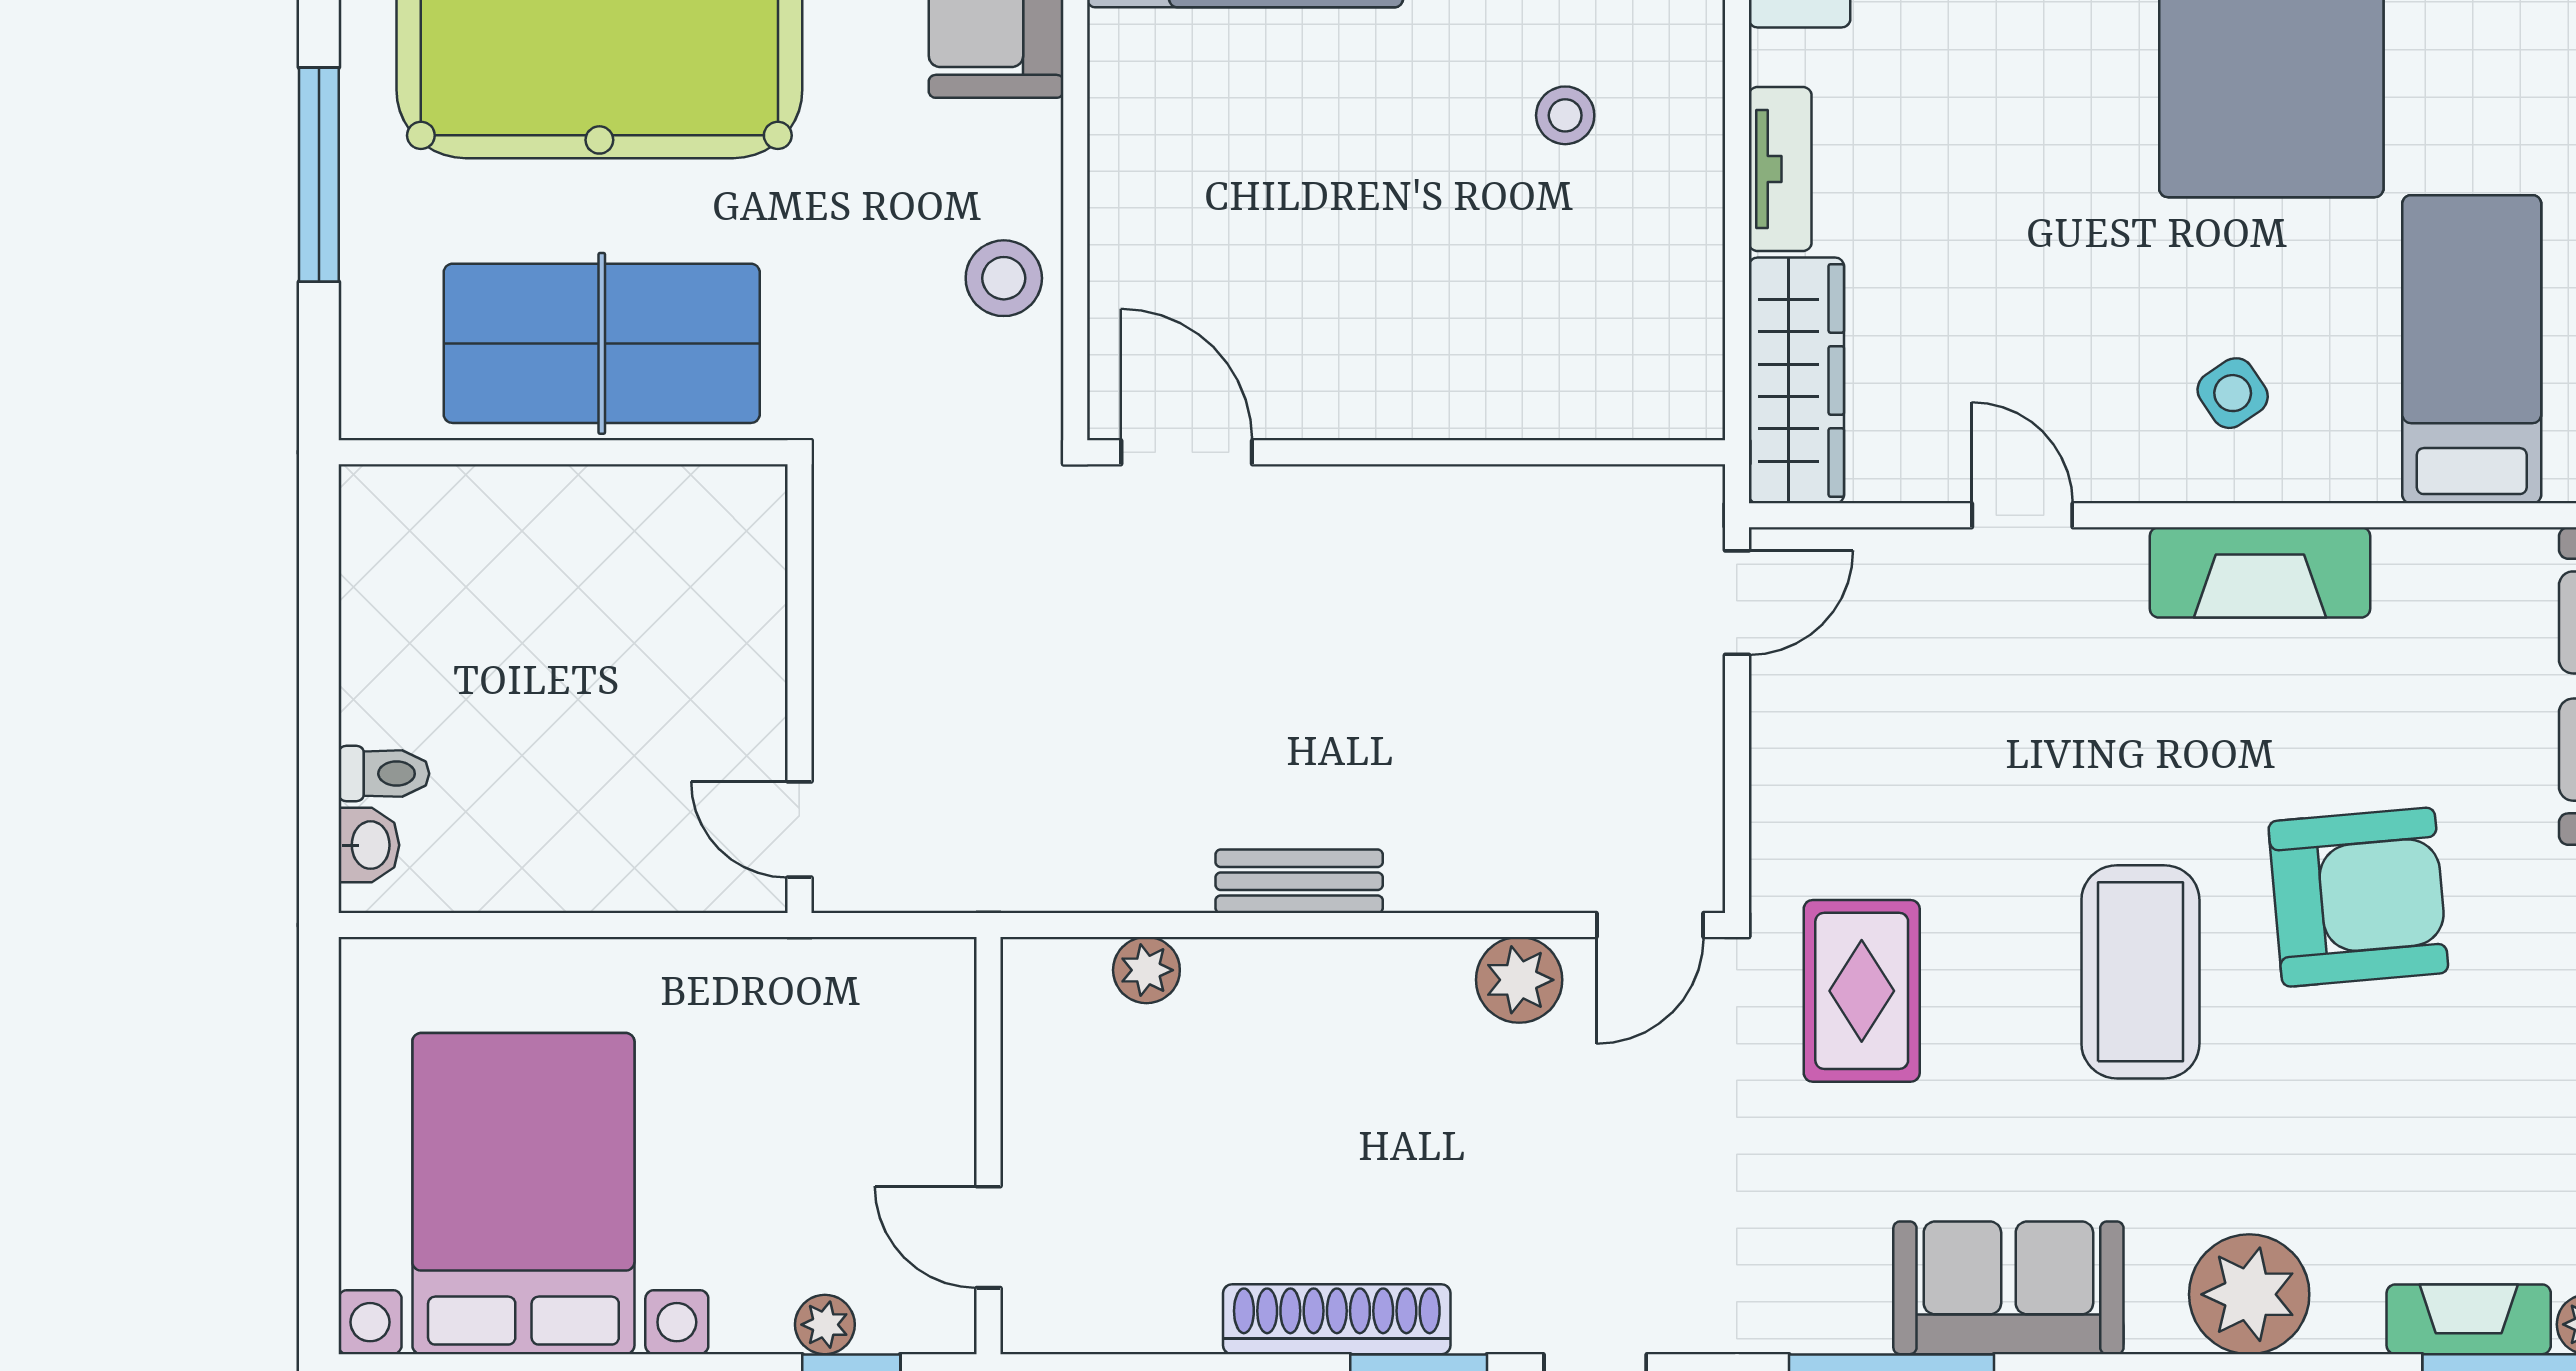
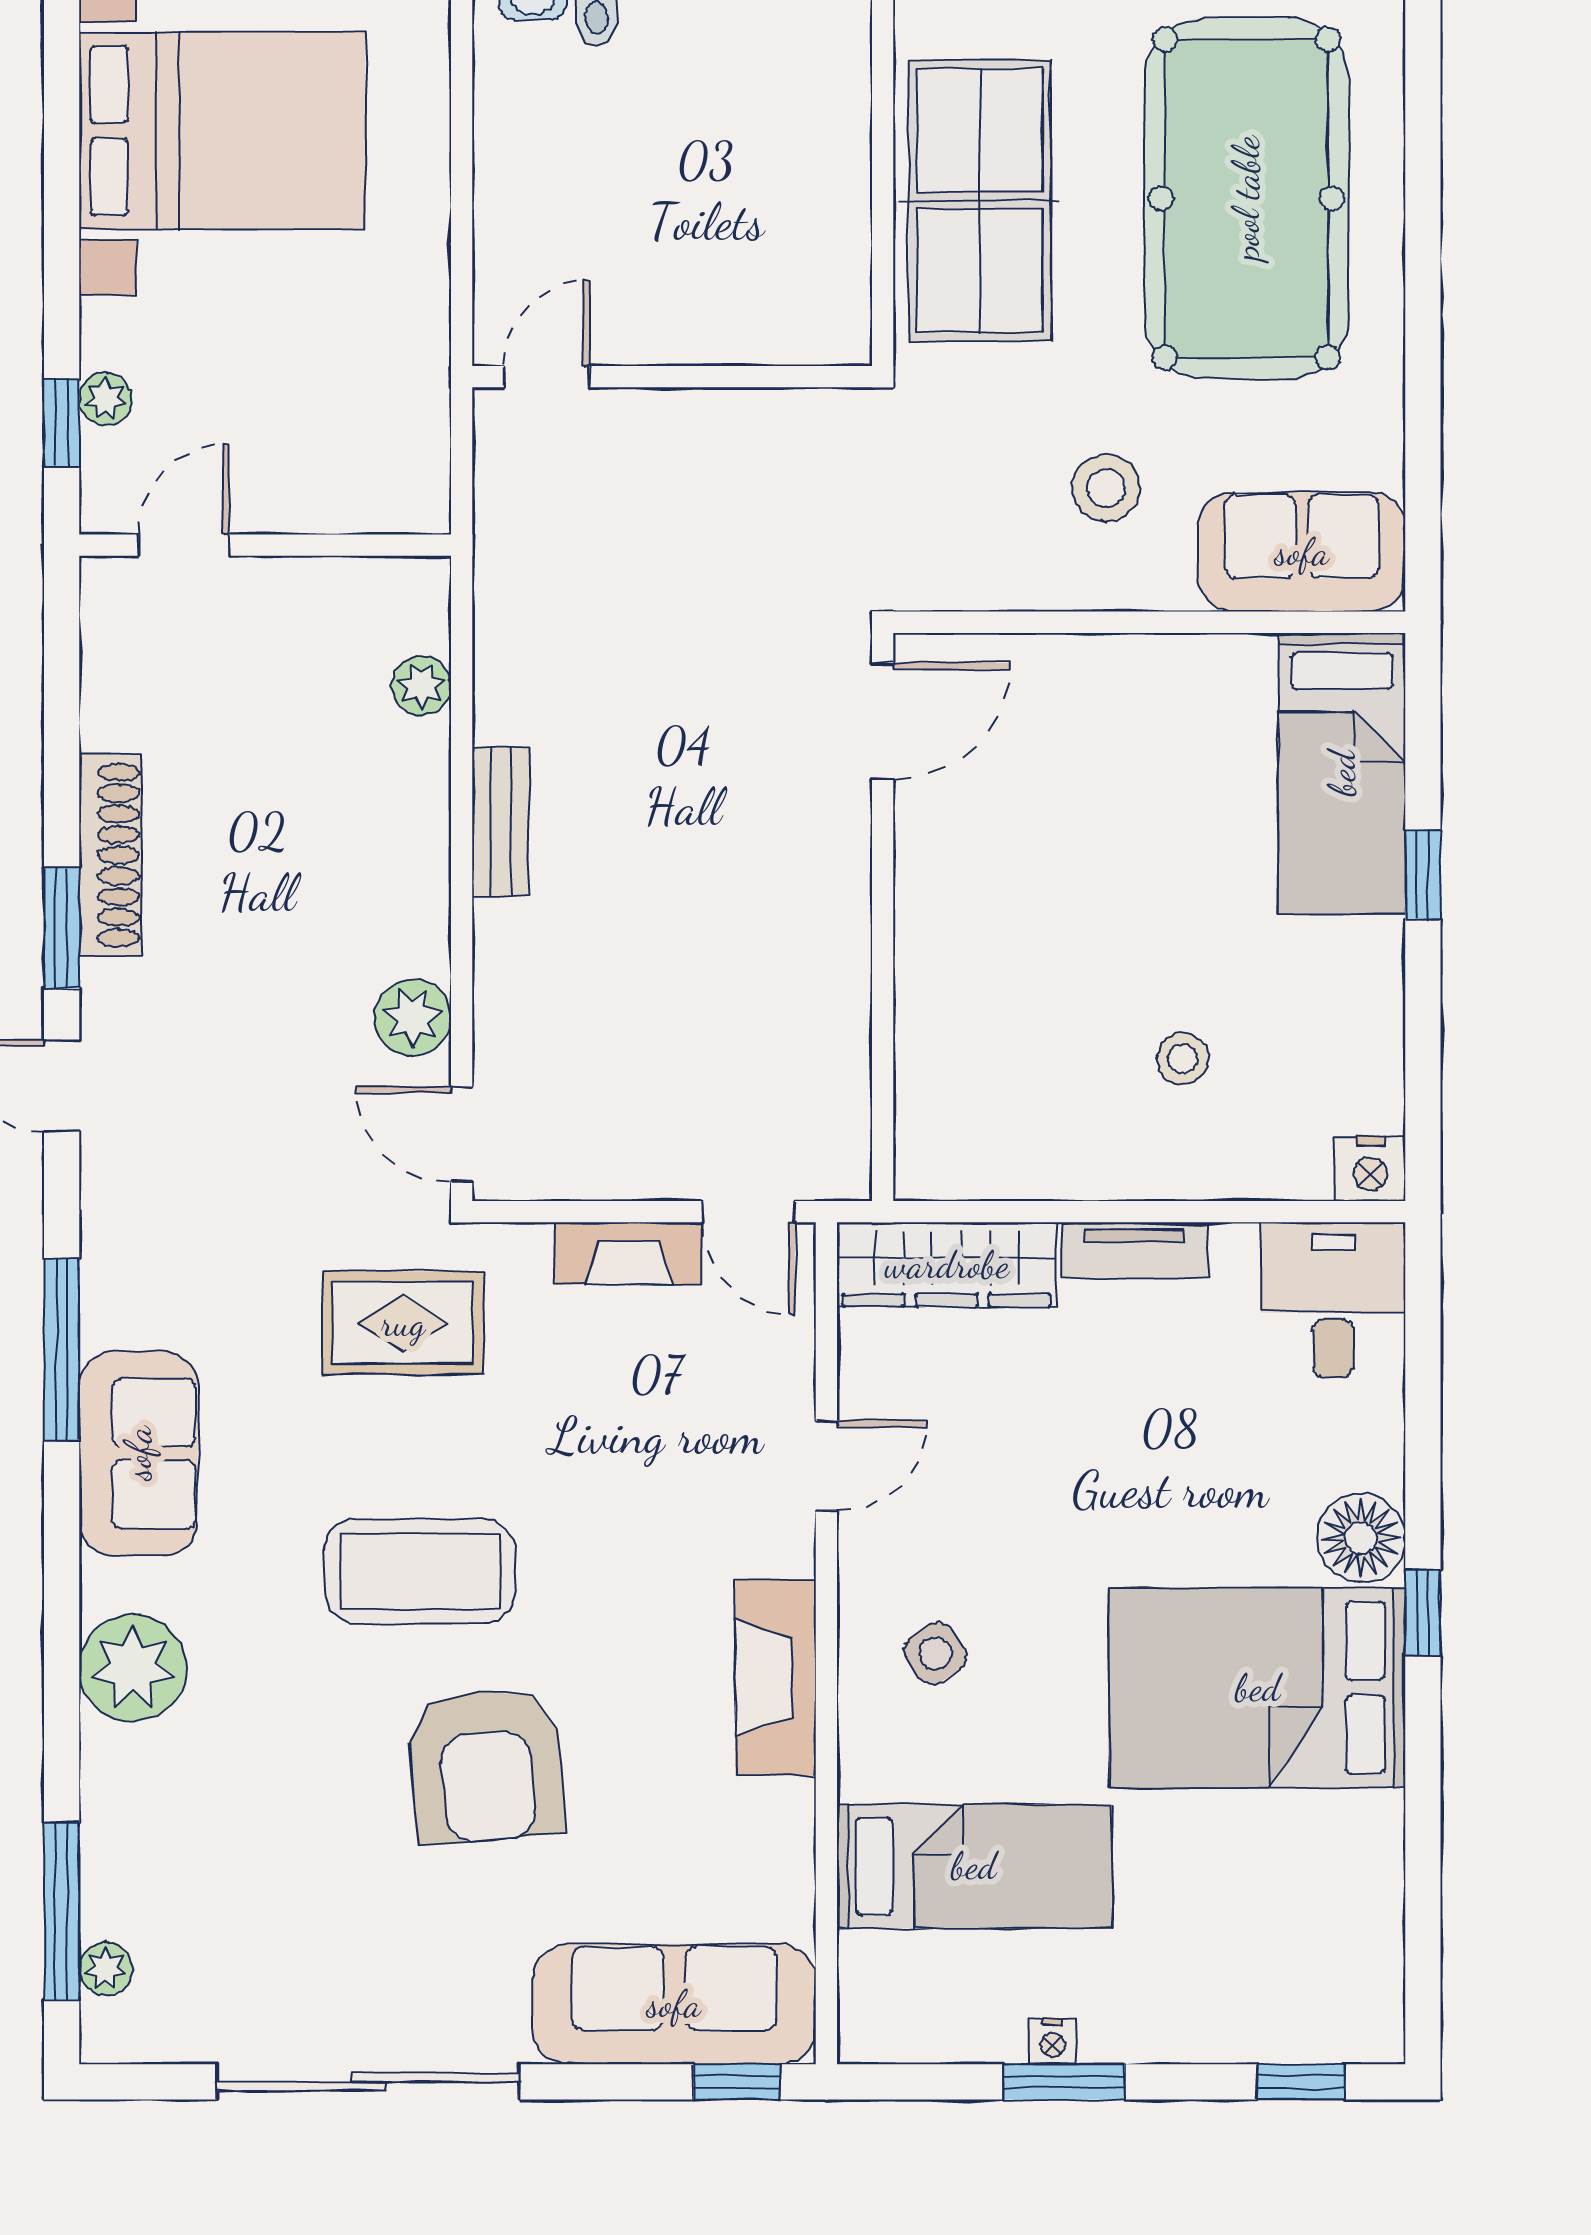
stool: (1004, 278) -> (1106, 488), moved
fireplace: (2469, 1319) -> (628, 1253), moved, turned 90

